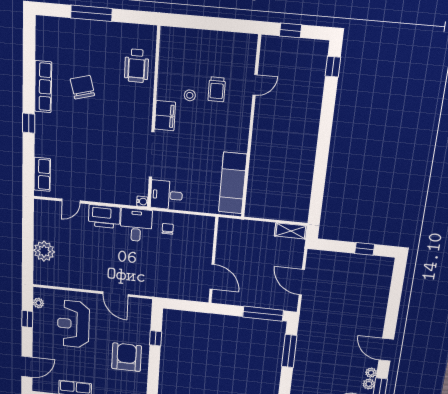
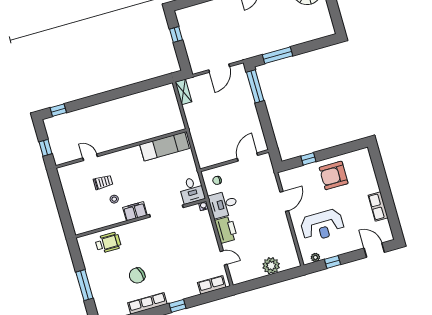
wall: (213, 260) -> (234, 161), moved
door: (212, 277) -> (248, 157), moved

